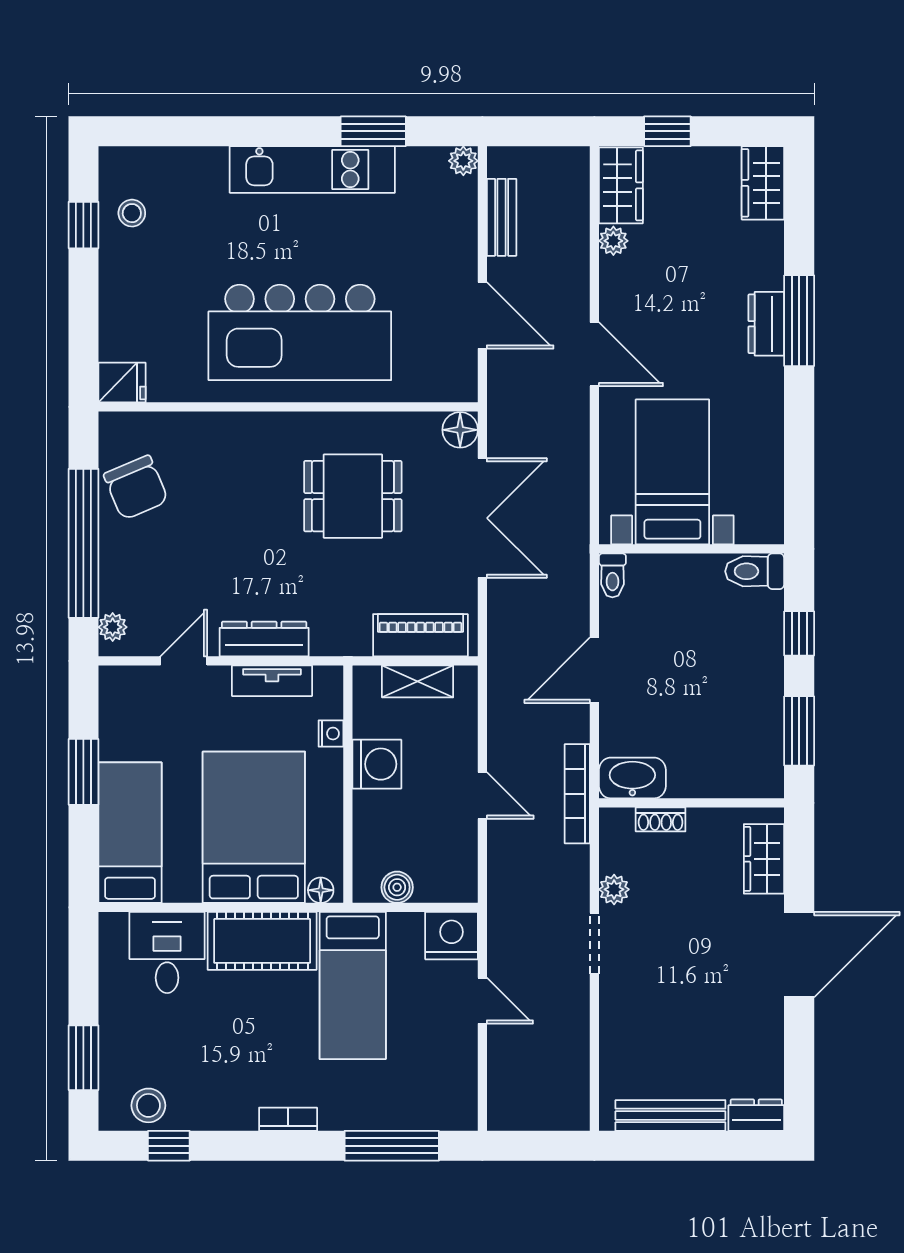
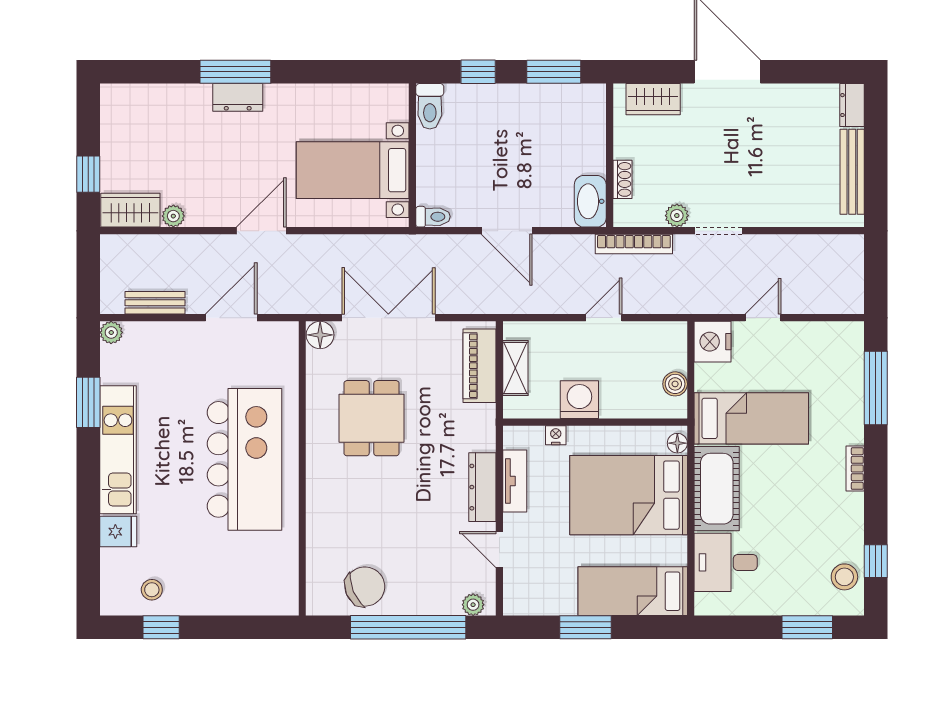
wardrobe: (763, 183) -> (128, 100), removed
fridge: (122, 383) -> (118, 532), moved, turned 90
bookcase: (577, 794) -> (634, 244), moved

